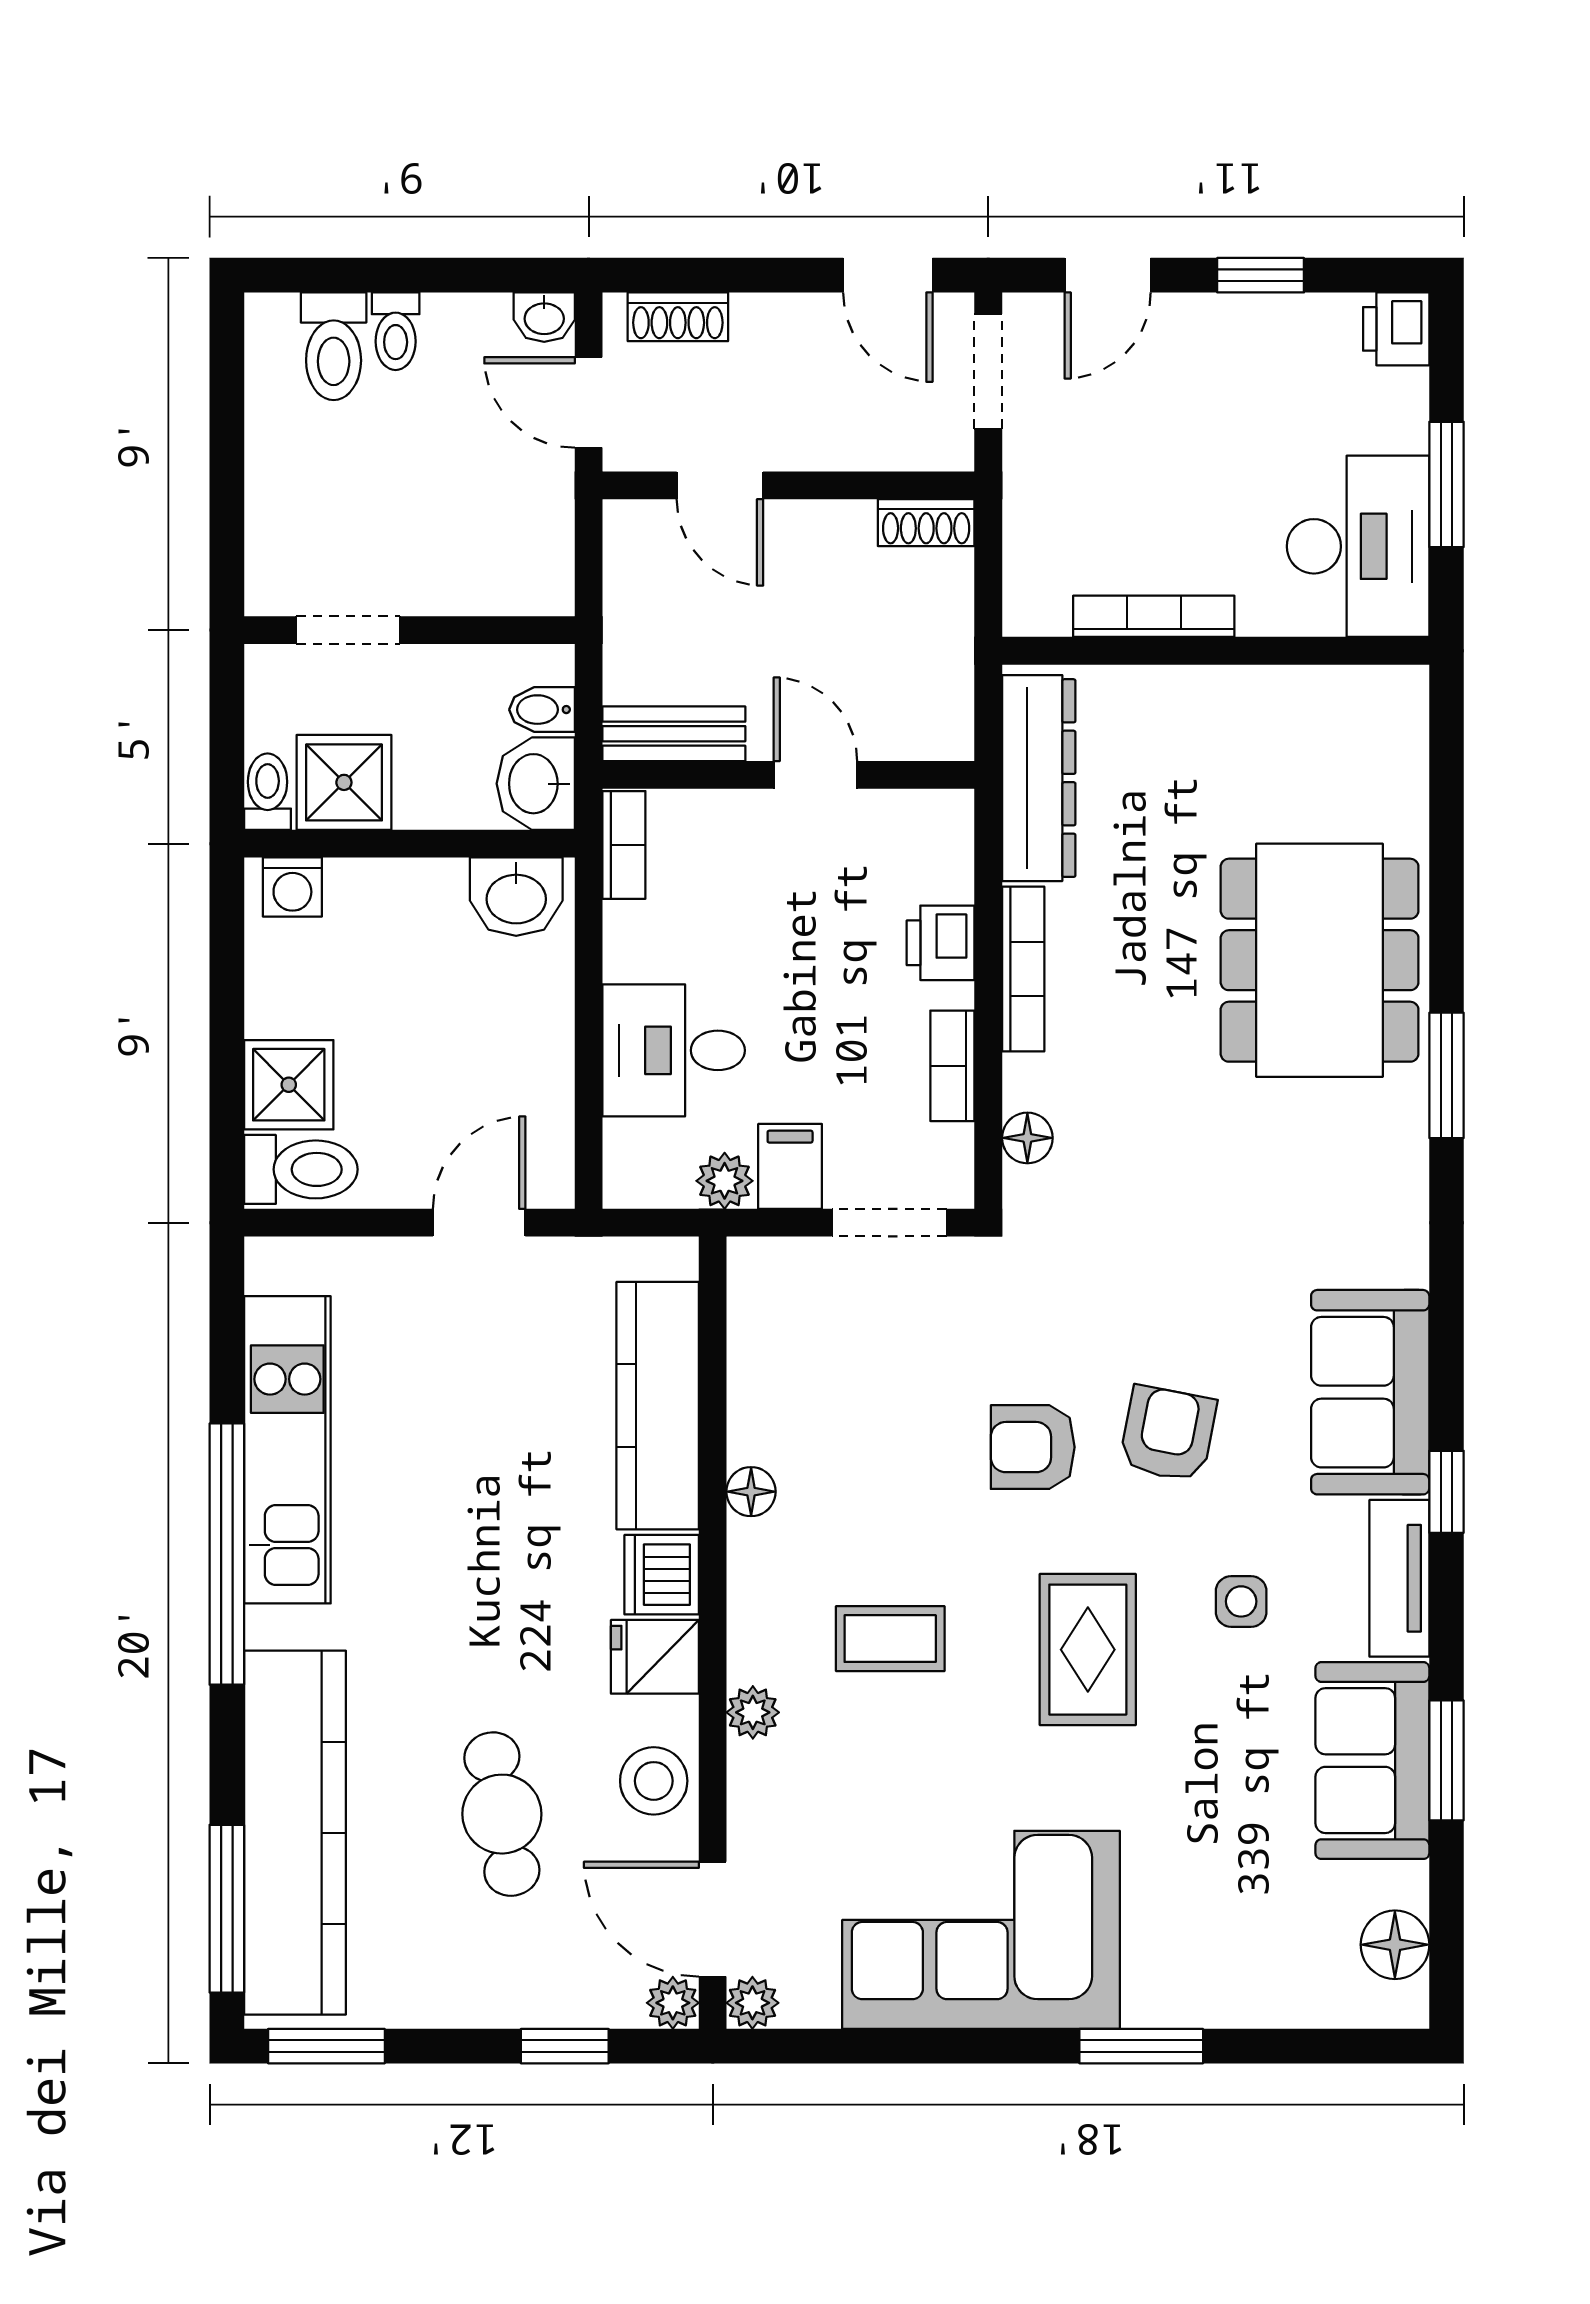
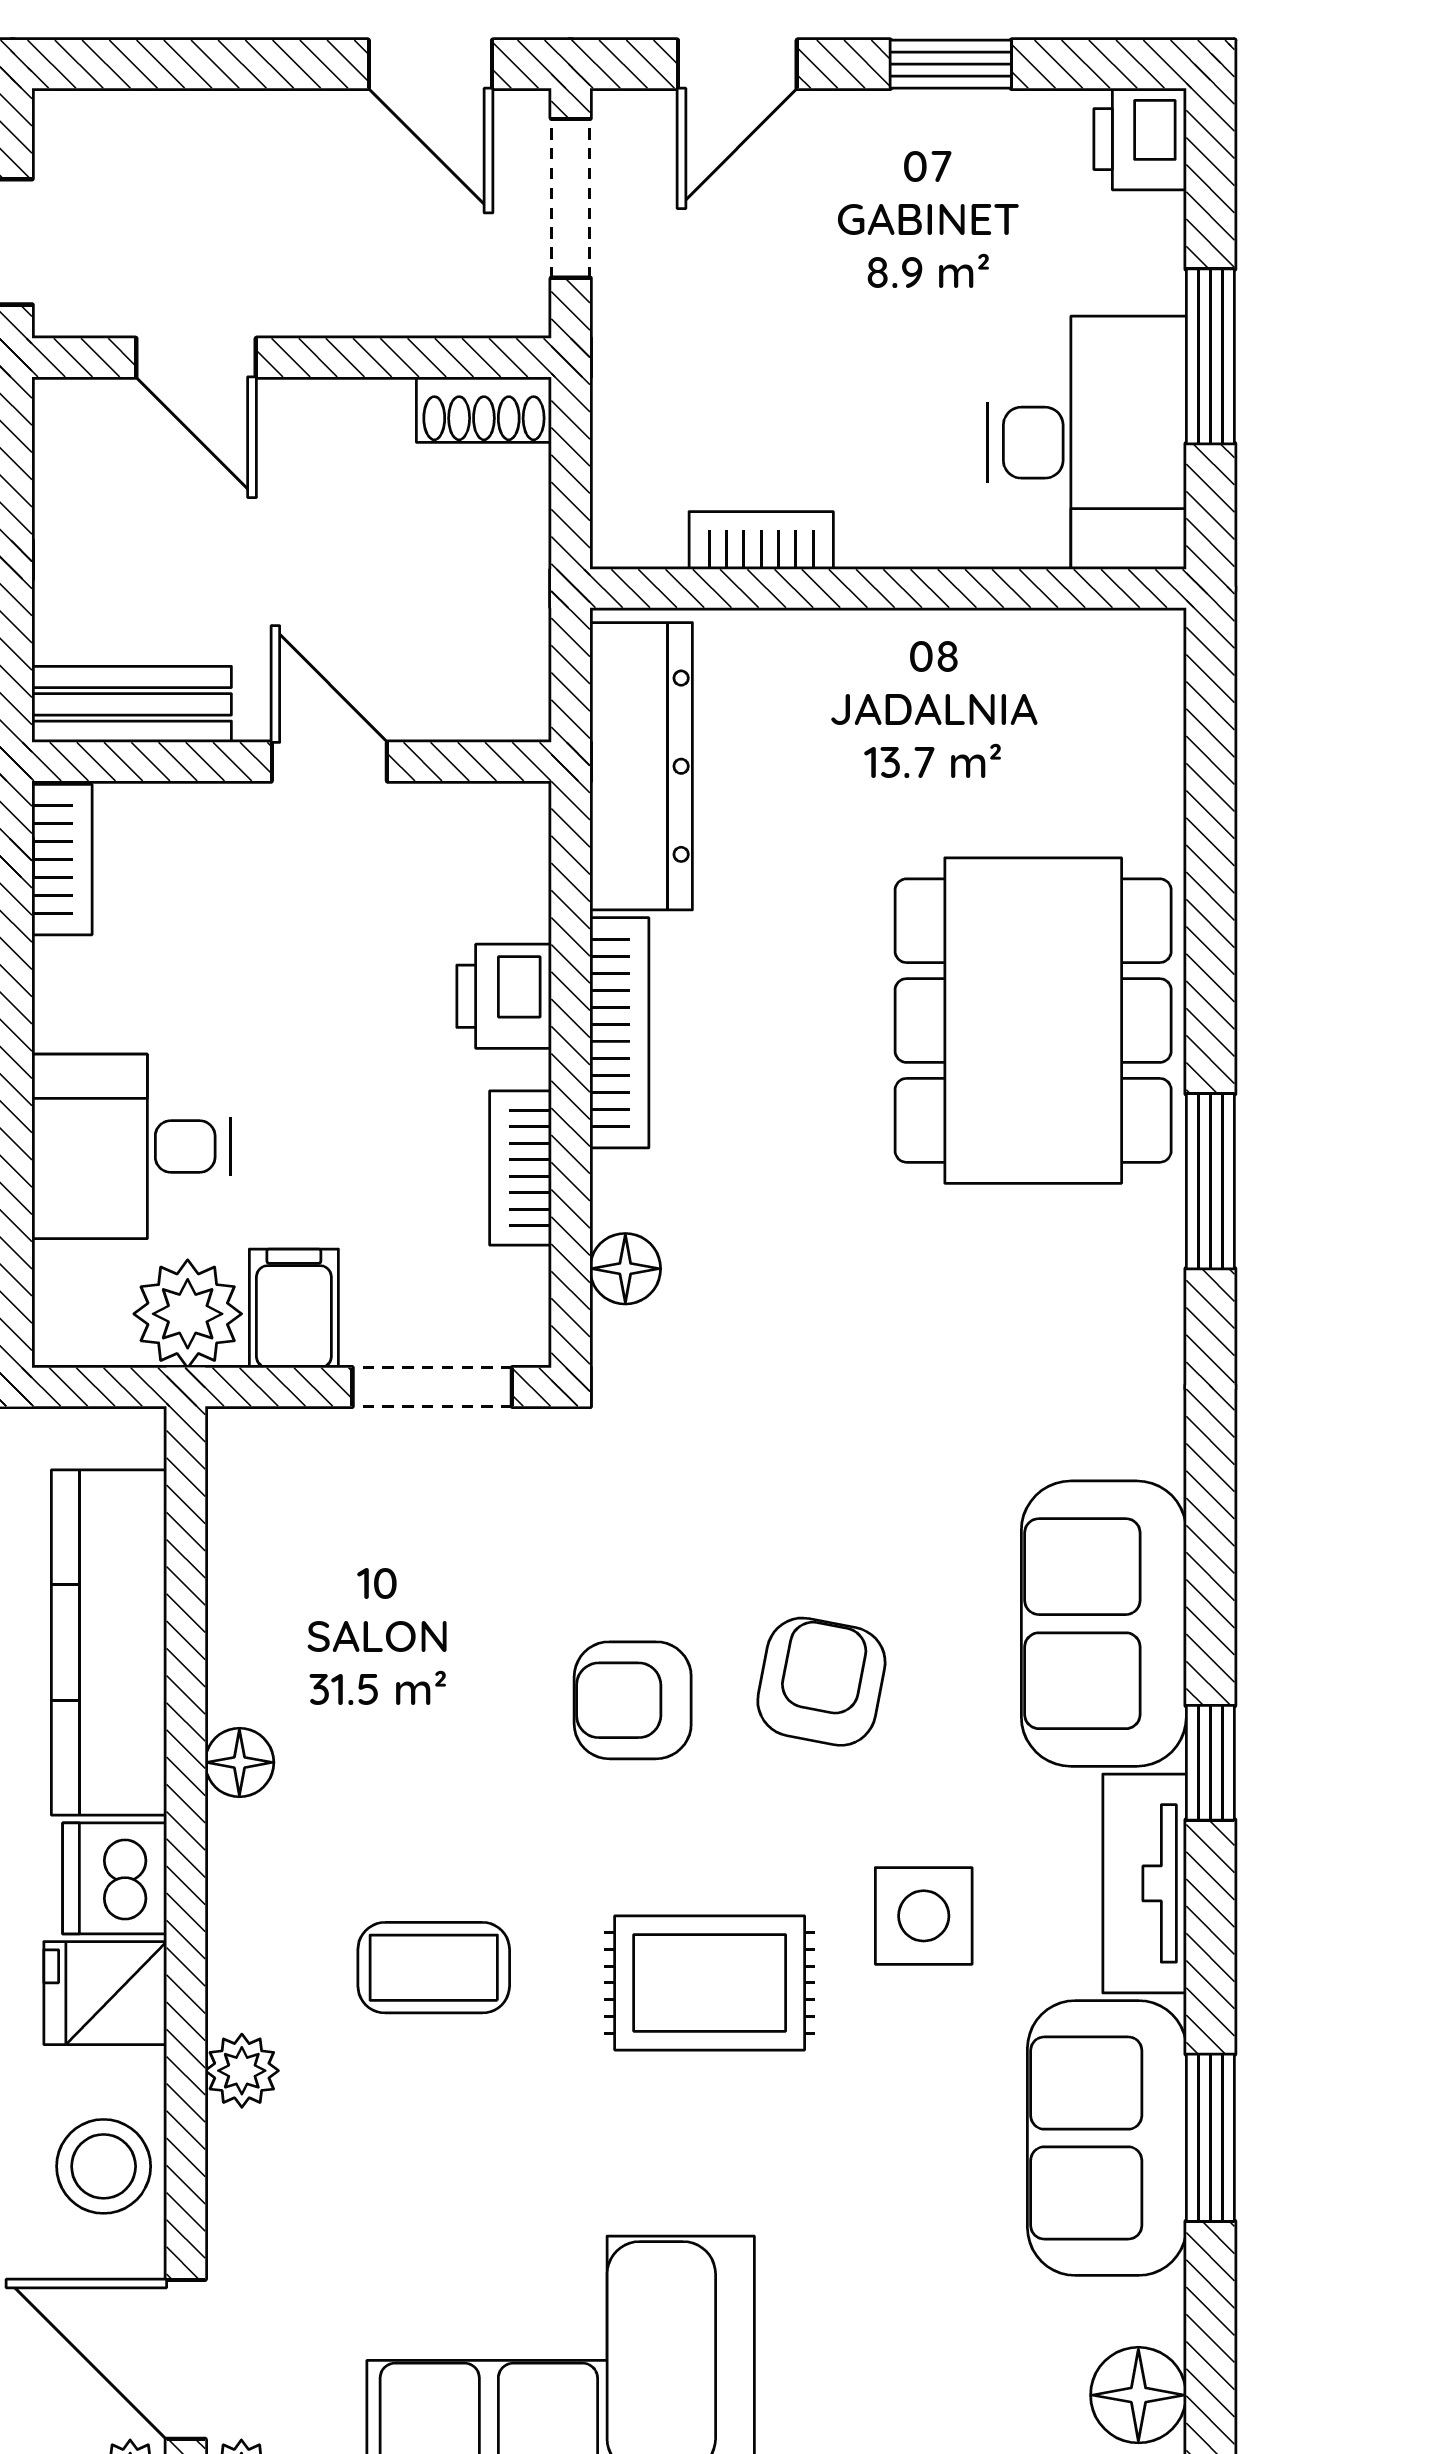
shoe rack: (678, 317) -> (137, 122), removed
bookcase: (1154, 616) -> (761, 540), width x0.64
plant: (725, 1181) -> (188, 1314), width x1.38, depth x1.38
side table: (1241, 1601) -> (924, 1916), width x1.37, depth x1.37
rug: (1088, 1650) -> (710, 1983), turned 90

